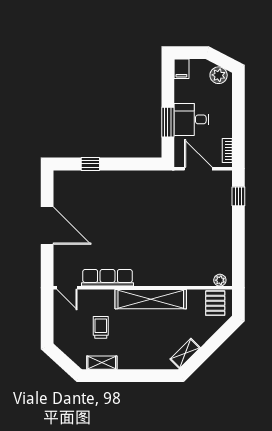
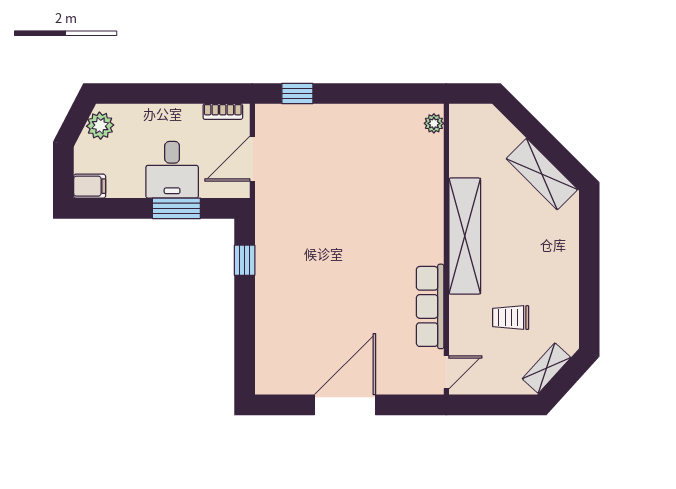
window: (90, 164) -> (245, 260), moved
pallet: (215, 303) -> (471, 131), removed
shelving: (185, 353) -> (542, 174), width x1.50, depth x1.33
shelving: (102, 363) -> (547, 368), moved, turned 42

